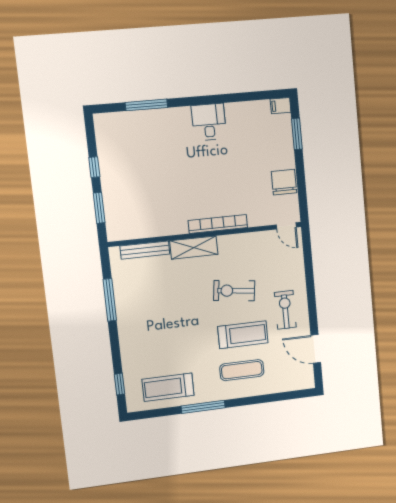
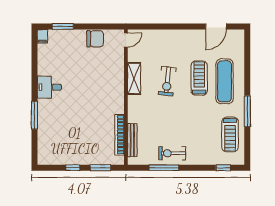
window: (146, 105) -> (34, 115), moved
chair: (284, 182) -> (95, 39), turned 180
bookcase: (218, 224) -> (120, 135), moved
shelving: (194, 248) -> (134, 79), moved
exercise bike: (285, 310) -> (172, 153), moved
exercise mat: (242, 370) -> (225, 81), width x1.36, depth x1.45

